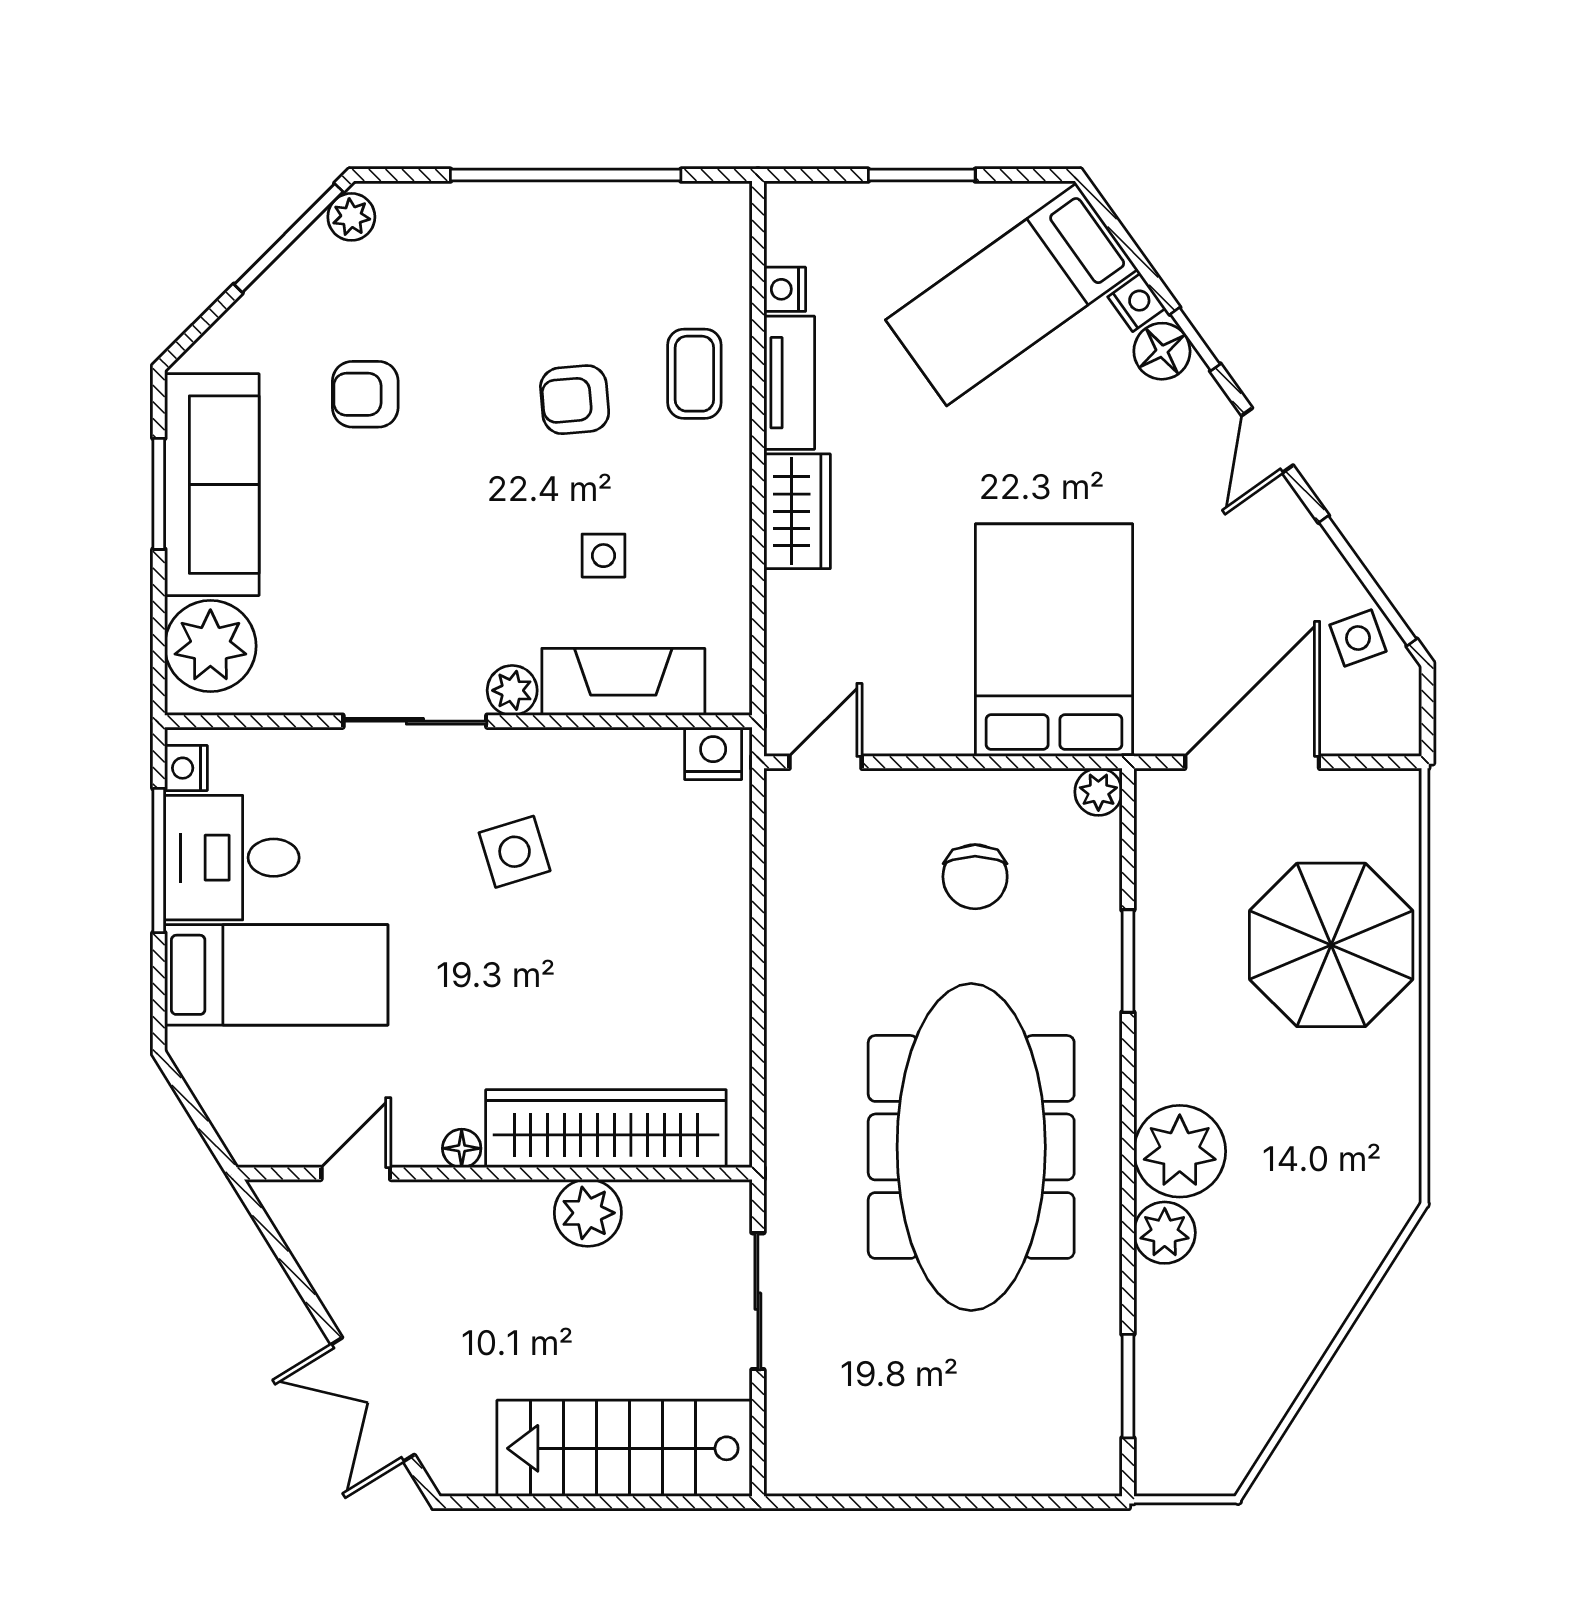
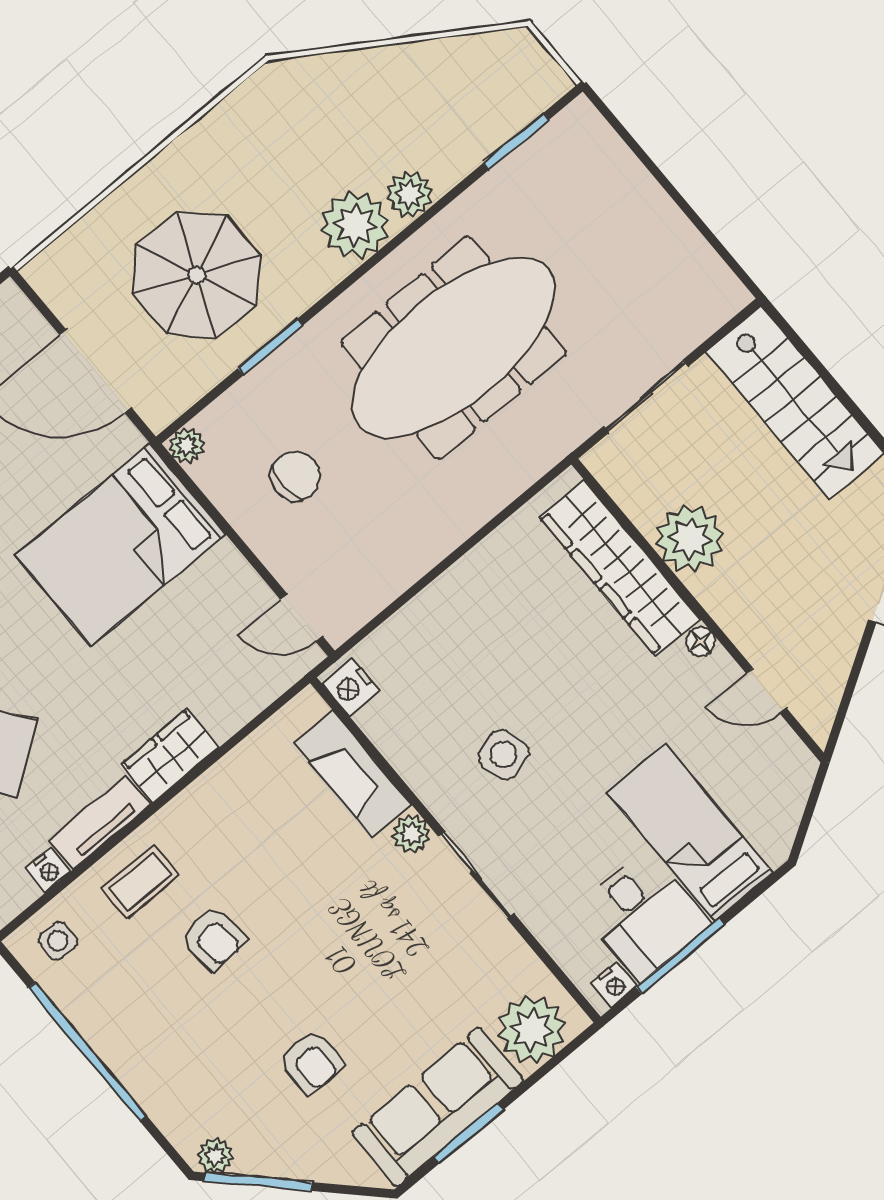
side table: (603, 556) -> (58, 941), moved
parasol: (1331, 945) -> (197, 275), moved
plant: (588, 1213) -> (690, 539), width x1.36, depth x1.36

